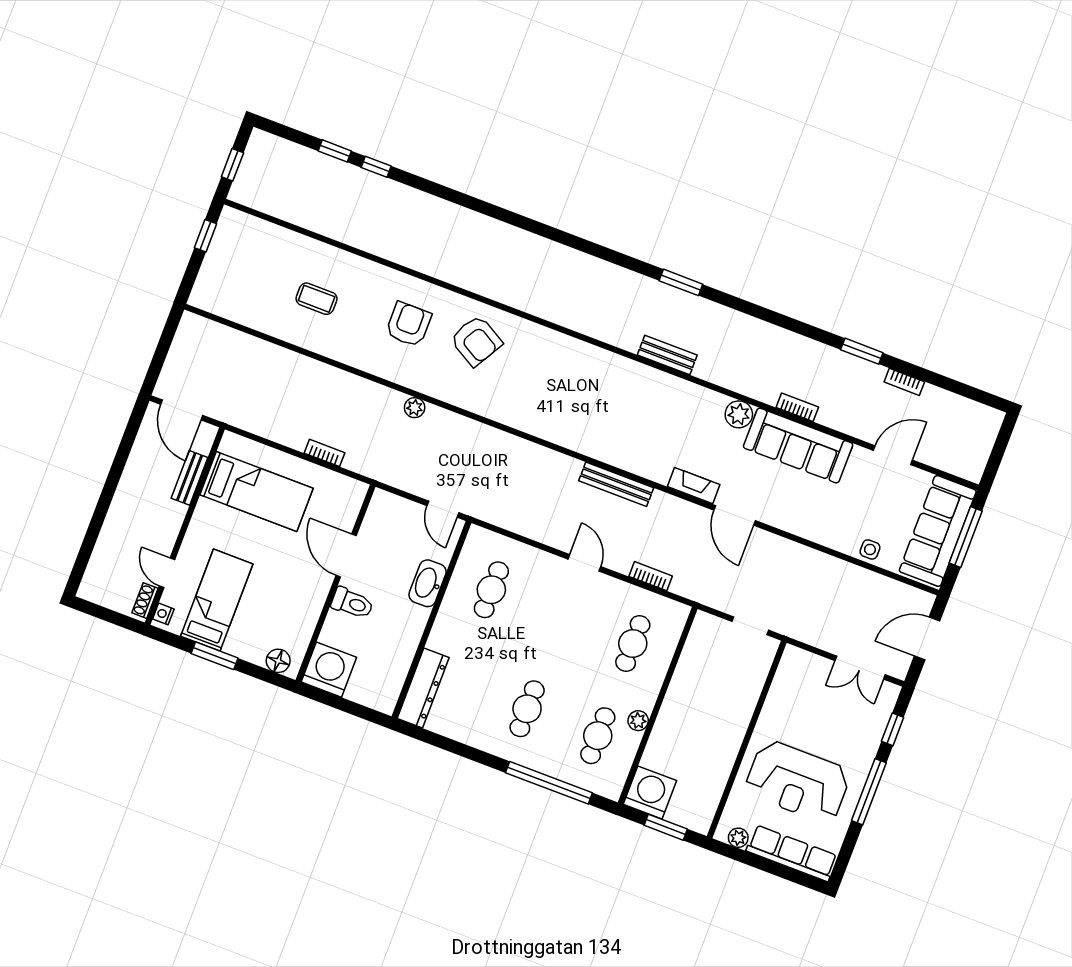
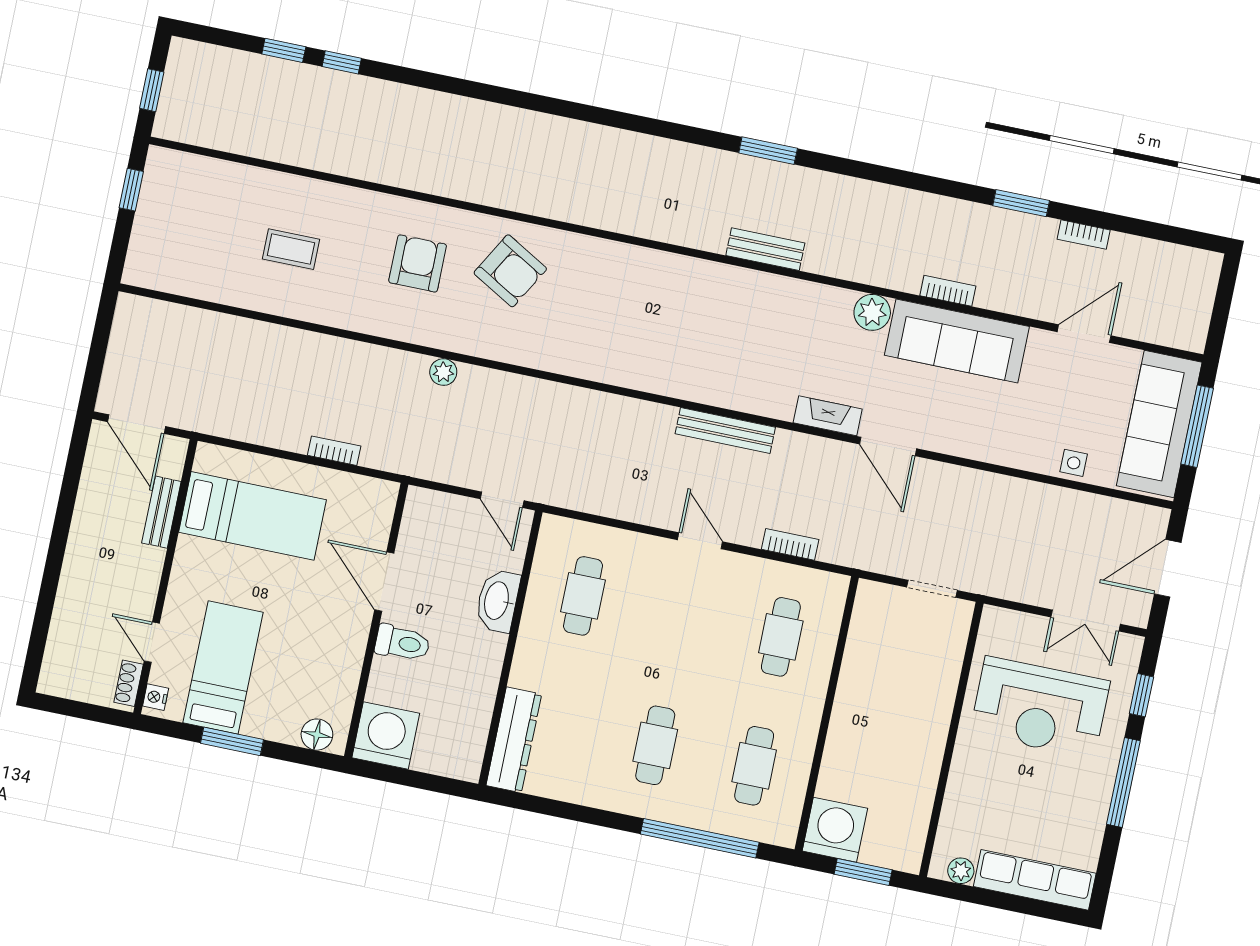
plant: (638, 721) -> (804, 737), removed
reception desk: (798, 782) -> (1040, 707), moved

